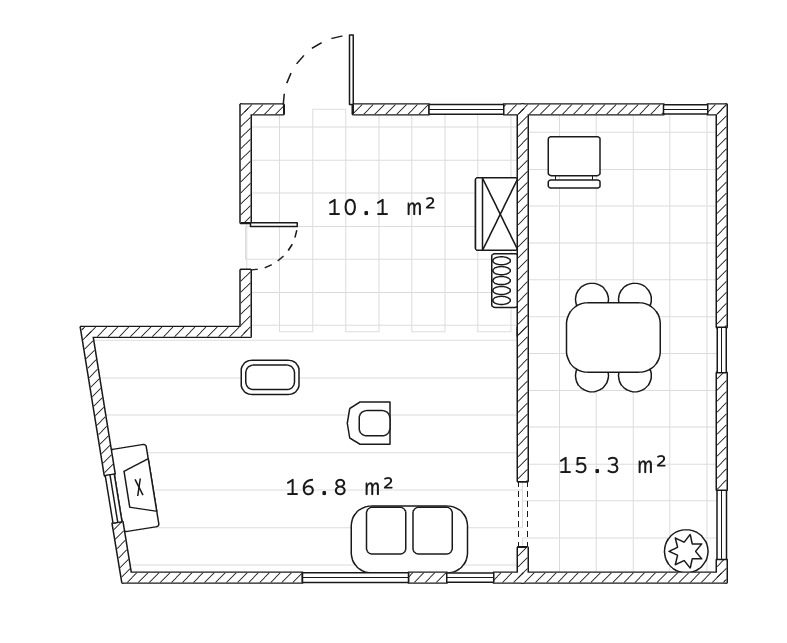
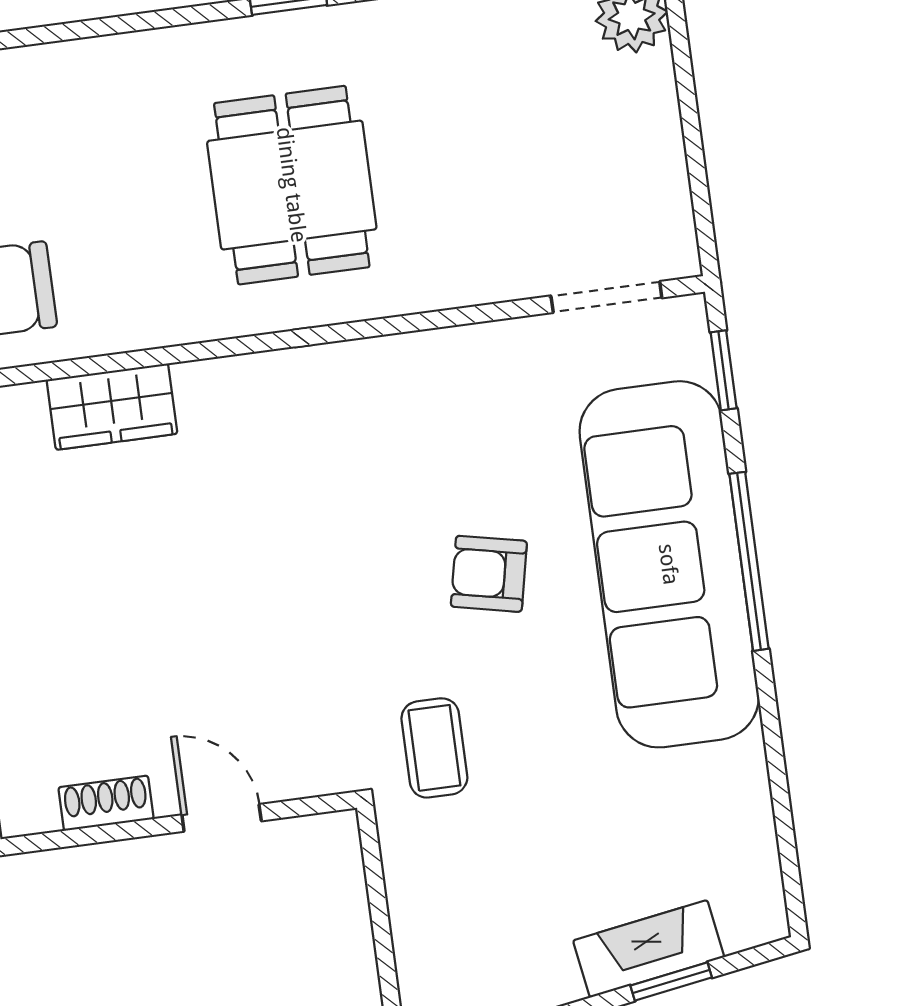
shoe rack: (505, 281) -> (106, 803), moved, turned 180
dining table: (613, 338) -> (292, 185), turned 90
armchair: (369, 423) -> (489, 574), turned -78
sofa: (409, 539) -> (669, 564), width x1.85, depth x1.27

